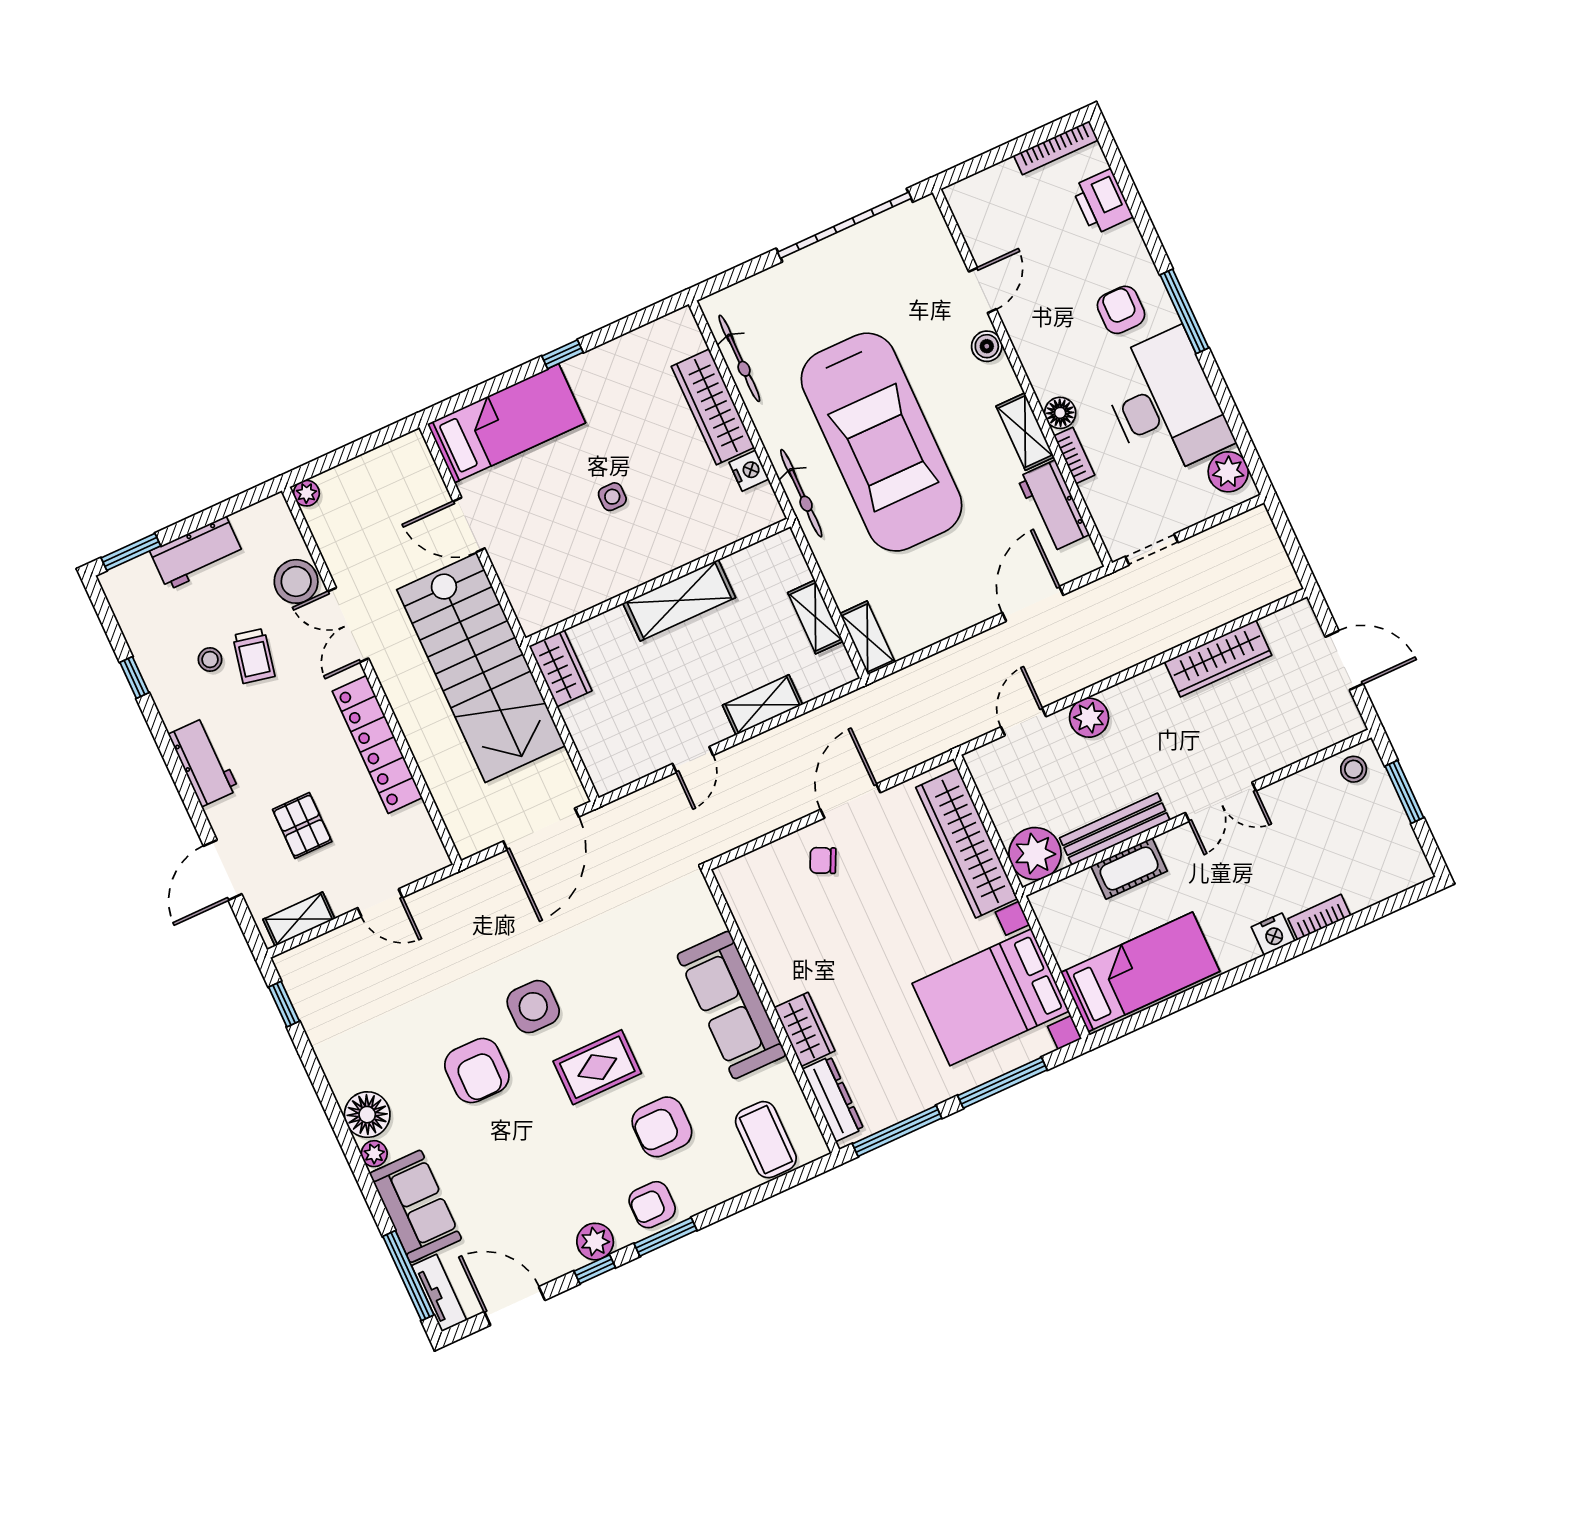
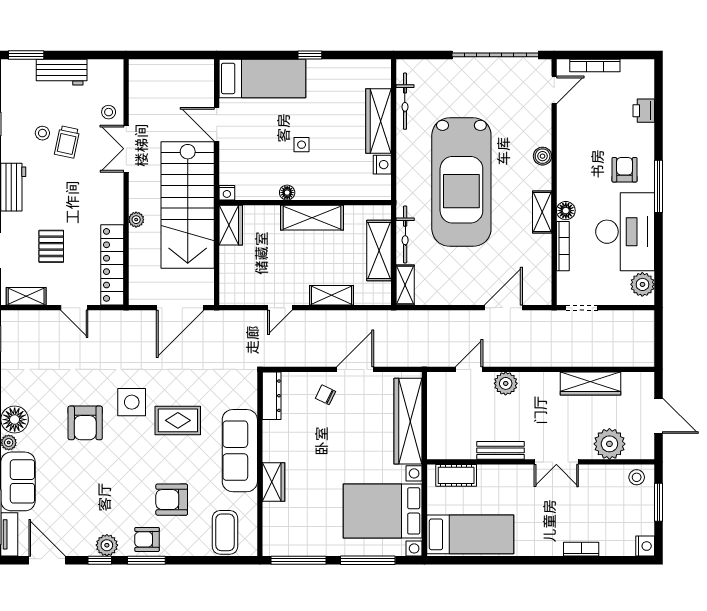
bookcase: (1056, 148) -> (595, 65), moved
printer: (1102, 202) -> (644, 111), width x0.73, depth x0.81
door: (982, 290) -> (554, 90), moved
bookcase: (1074, 456) -> (563, 246), width x1.56
plant: (306, 493) -> (136, 220), moved
bicycle: (801, 493) -> (405, 234), moved
workbench: (1053, 506) -> (539, 259), removed
floor lamp: (624, 580) -> (287, 193), added
stool: (296, 581) -> (109, 112), width x0.53, depth x0.53
shelving: (815, 617) -> (379, 251), width x1.50, depth x1.33
nightstand: (532, 622) -> (227, 193), added
locker: (377, 744) -> (112, 265), moved
bench: (1115, 829) -> (500, 450), width x0.73
plant: (1035, 854) -> (609, 444), moved
cot: (1129, 868) -> (456, 475), moved
nightstand: (1273, 934) -> (645, 546), moved, turned -90
rug: (597, 1067) -> (178, 420), moved
dresser: (833, 1099) -> (272, 396), moved

